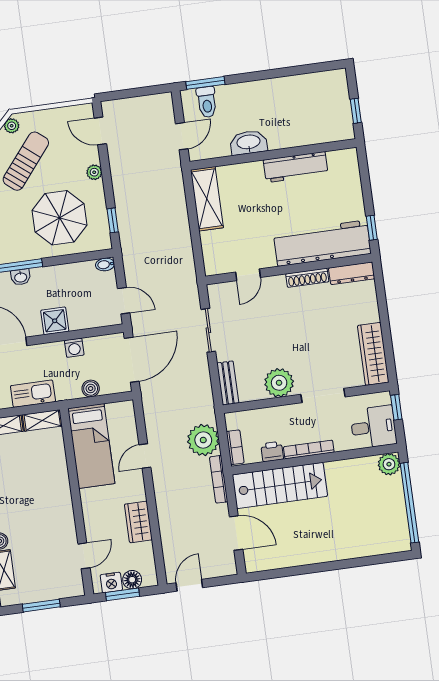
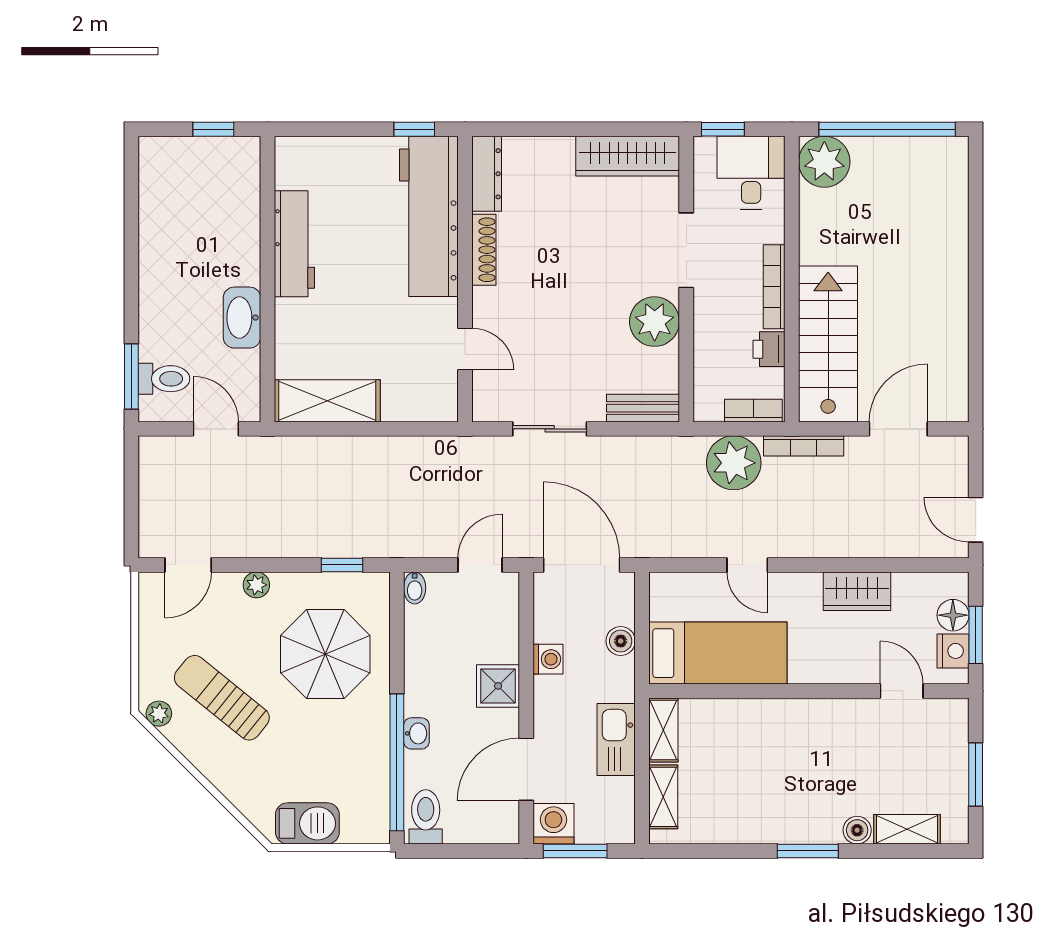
plant: (389, 464) -> (824, 162), width x1.36, depth x1.36

